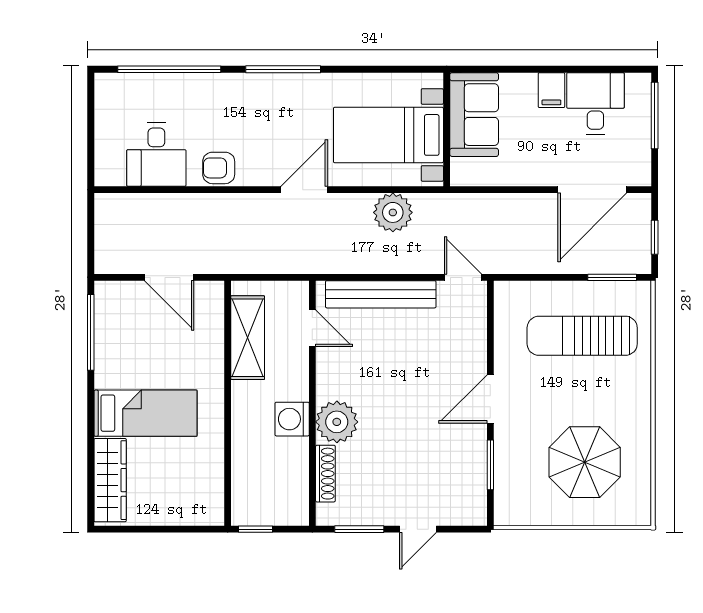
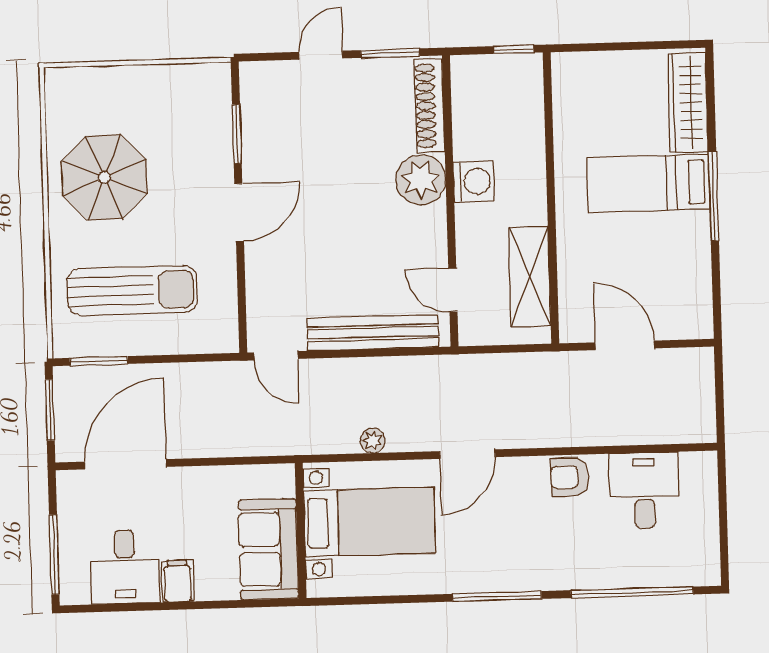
armchair: (219, 168) -> (570, 477), turned 180
plant: (393, 212) -> (373, 441), width x0.53, depth x0.53
window: (655, 237) -> (50, 410), width x1.50
window: (91, 332) -> (714, 196), moved
parasol: (585, 462) -> (104, 177), moved
shoe rack: (325, 474) -> (429, 106), width x1.36, depth x1.24

